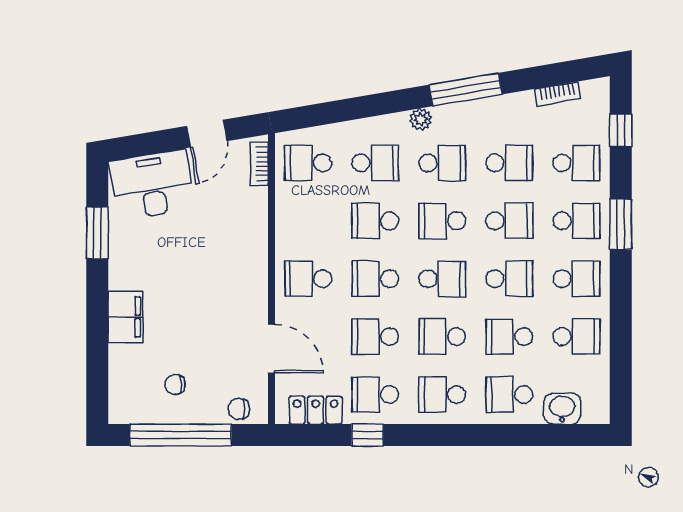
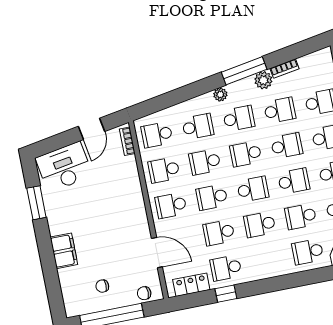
bookcase: (557, 94) -> (284, 69), moved
plant: (493, 110) -> (263, 80), added
school desk: (442, 395) -> (164, 170), moved

